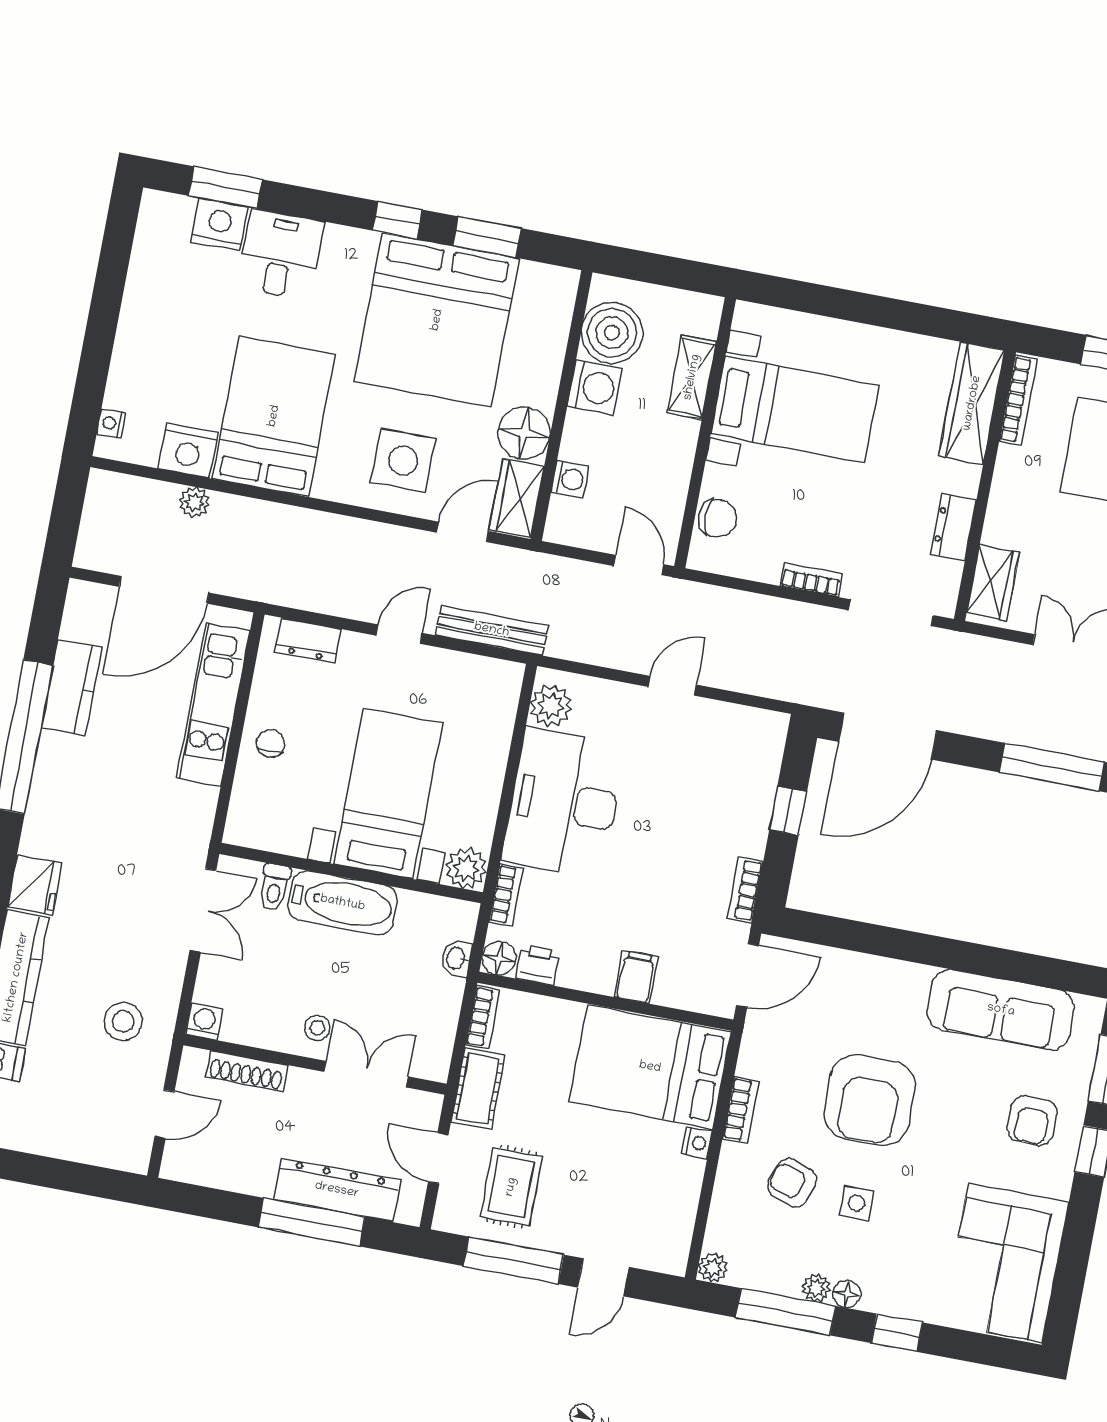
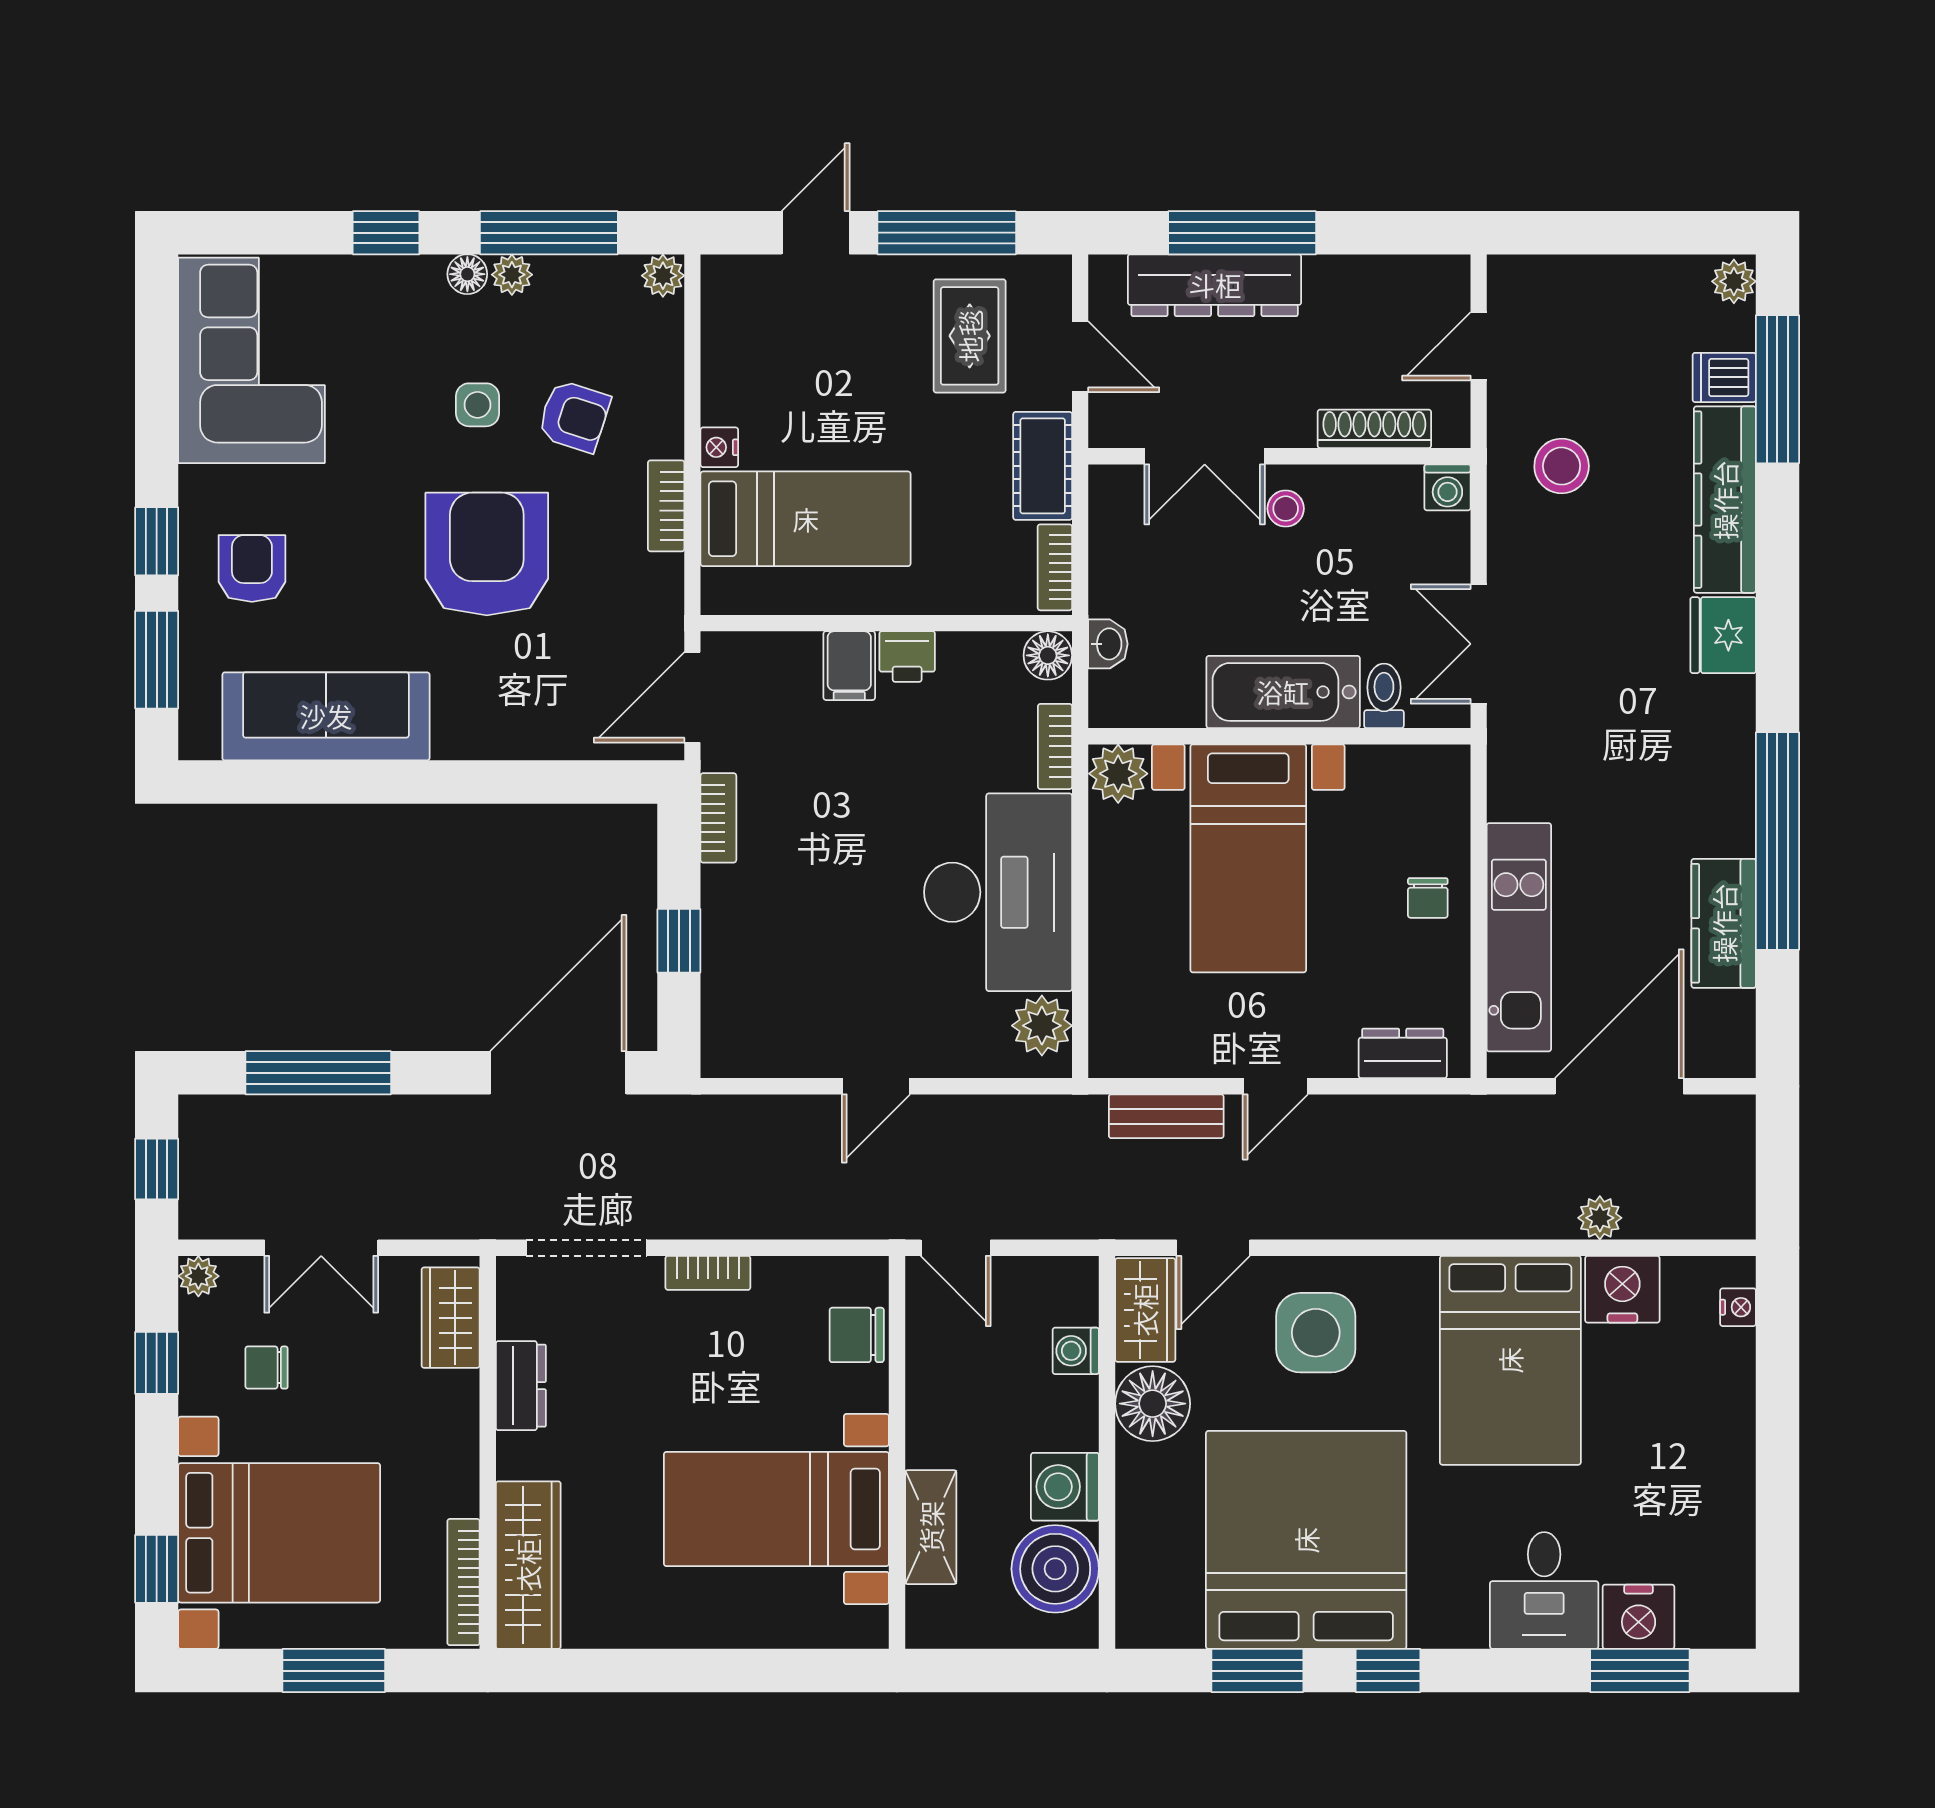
bench: (492, 630) -> (1166, 1116), width x0.73
printer: (538, 965) -> (907, 657), moved
bed: (650, 1067) -> (806, 519), width x0.67

